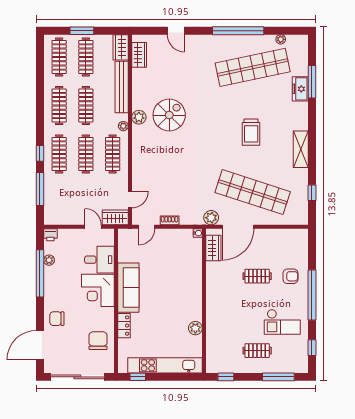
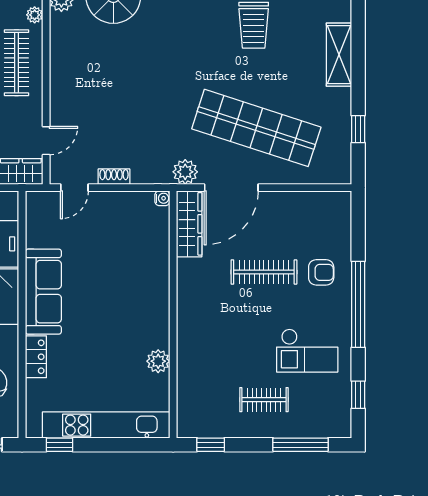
wardrobe: (213, 248) -> (189, 224), width x1.50
clothes rail: (257, 276) -> (264, 272), width x1.36

